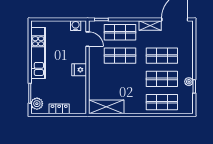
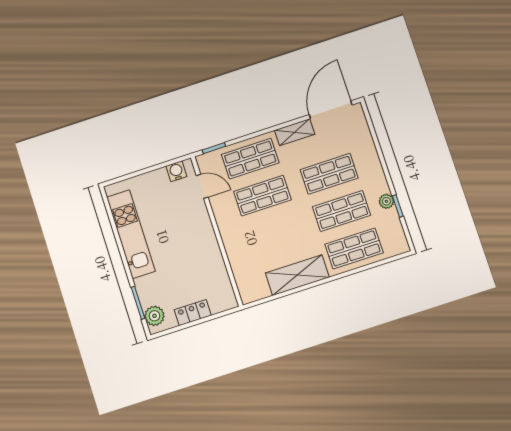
fridge: (79, 70) -> (205, 239), removed
shelving: (106, 107) -> (297, 275), moved

